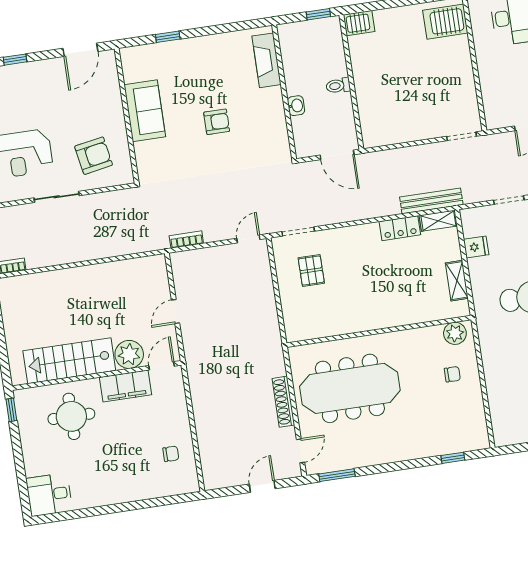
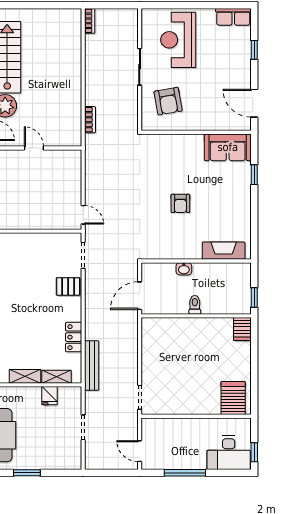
sofa: (145, 111) -> (228, 147), moved
shelving: (438, 221) -> (56, 377), moved, turned 90
bookcase: (186, 240) -> (90, 120), moved
pallet: (311, 271) -> (68, 286), moved

